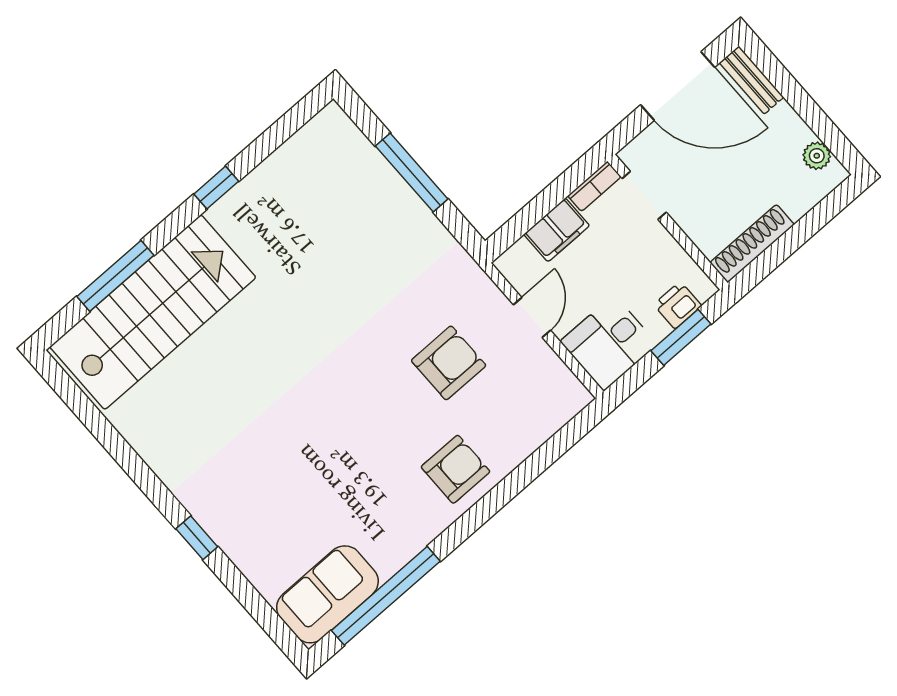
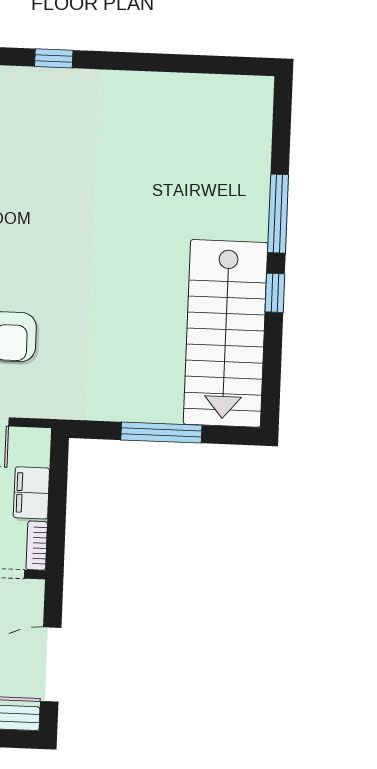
window: (115, 276) -> (278, 214), moved
stairs: (153, 312) -> (226, 333), moved

